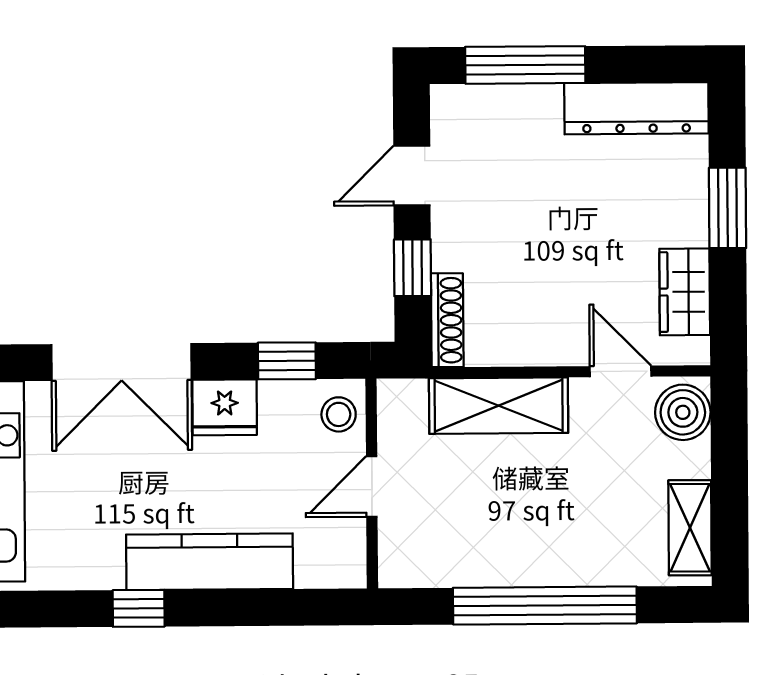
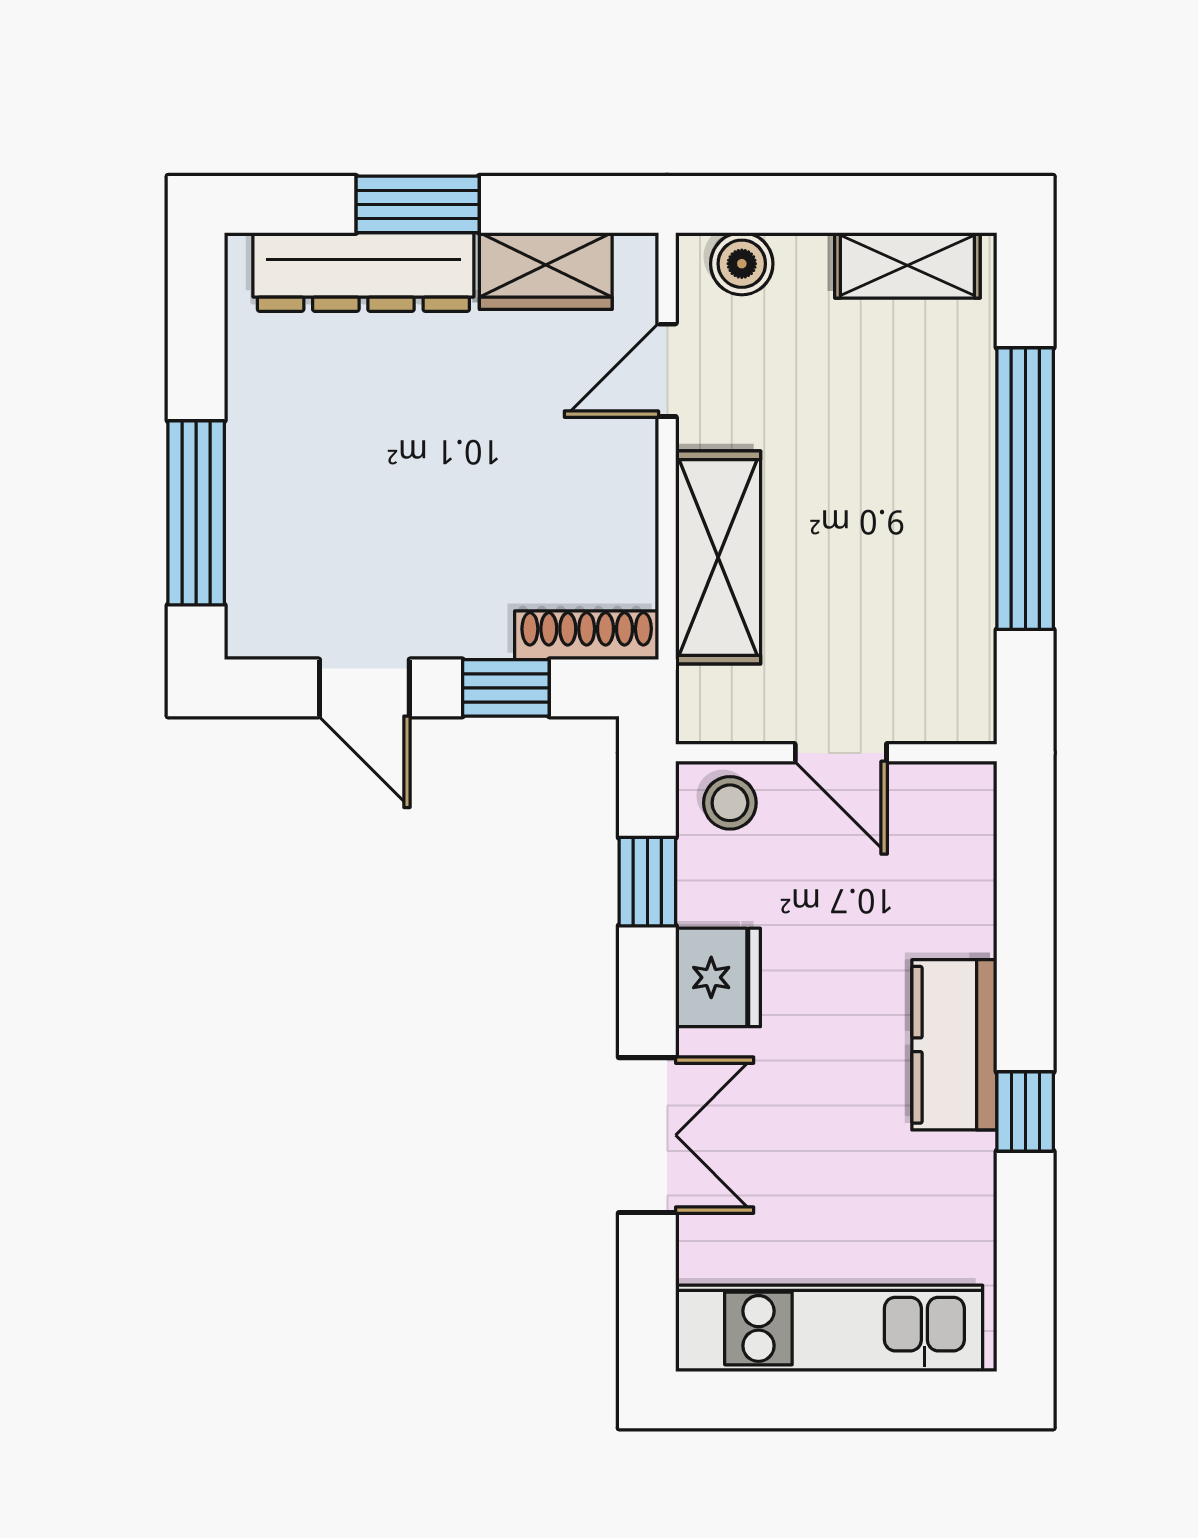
dresser: (636, 108) -> (363, 272), moved, turned 90
double door: (122, 362) -> (647, 1135), width x0.73
boiler: (683, 412) -> (742, 264), width x0.73, depth x0.73
kitchen counter: (210, 562) -> (954, 1045), width x0.67

